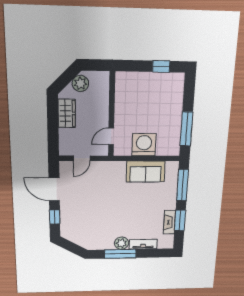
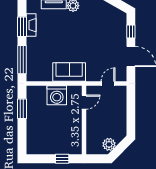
window: (161, 66) -> (62, 159), moved
wardrobe: (67, 113) -> (120, 121), removed
window: (186, 129) -> (22, 109), width x0.69
sofa: (146, 171) -> (69, 72), moved

